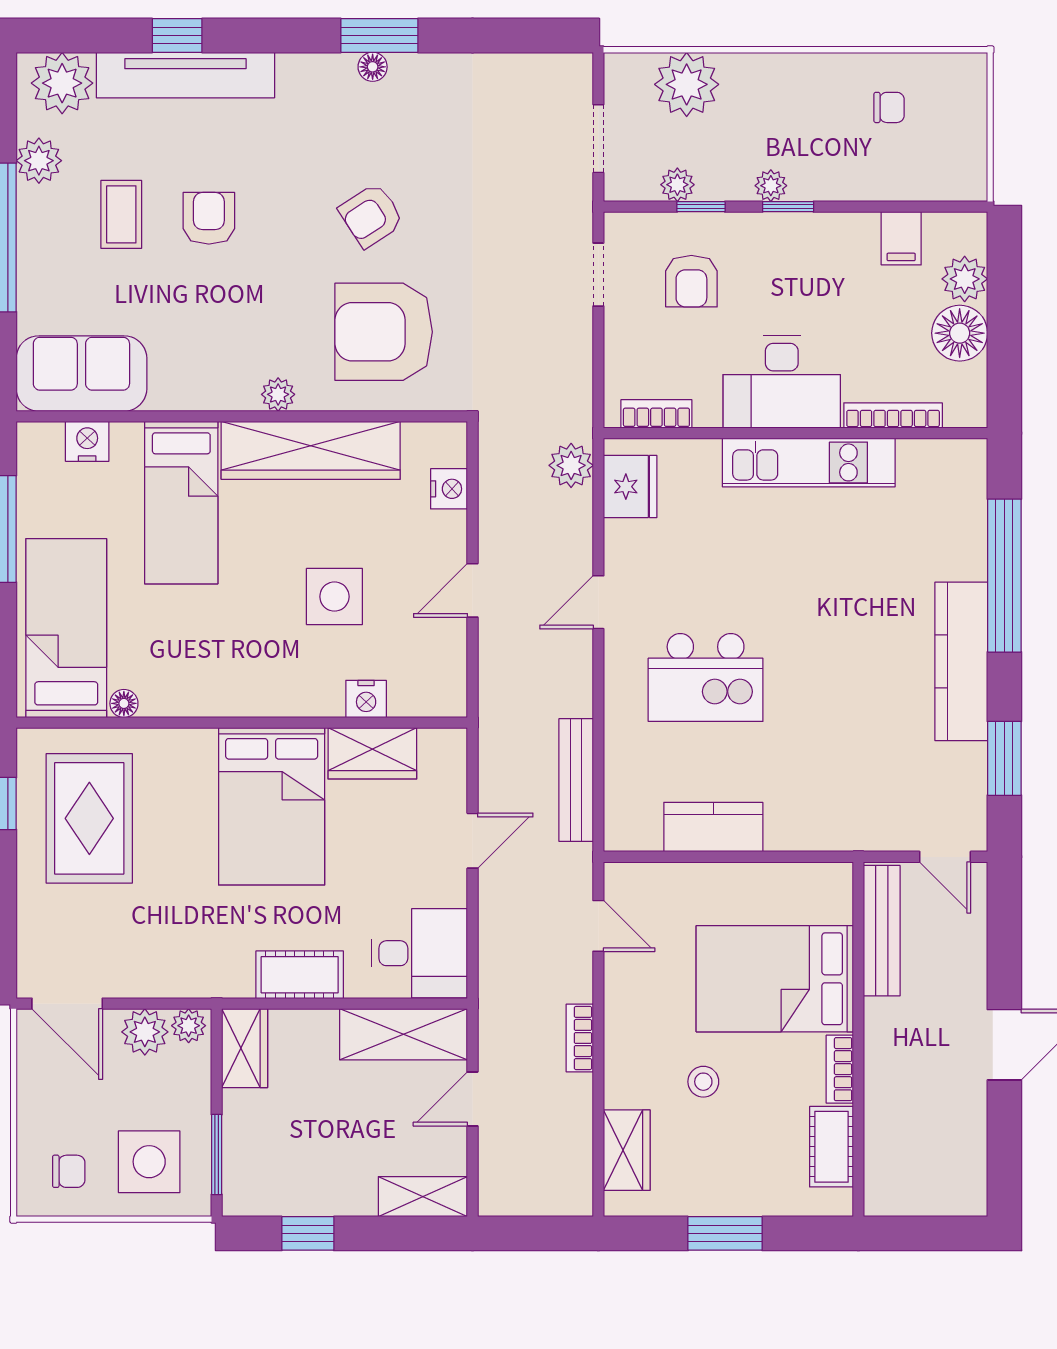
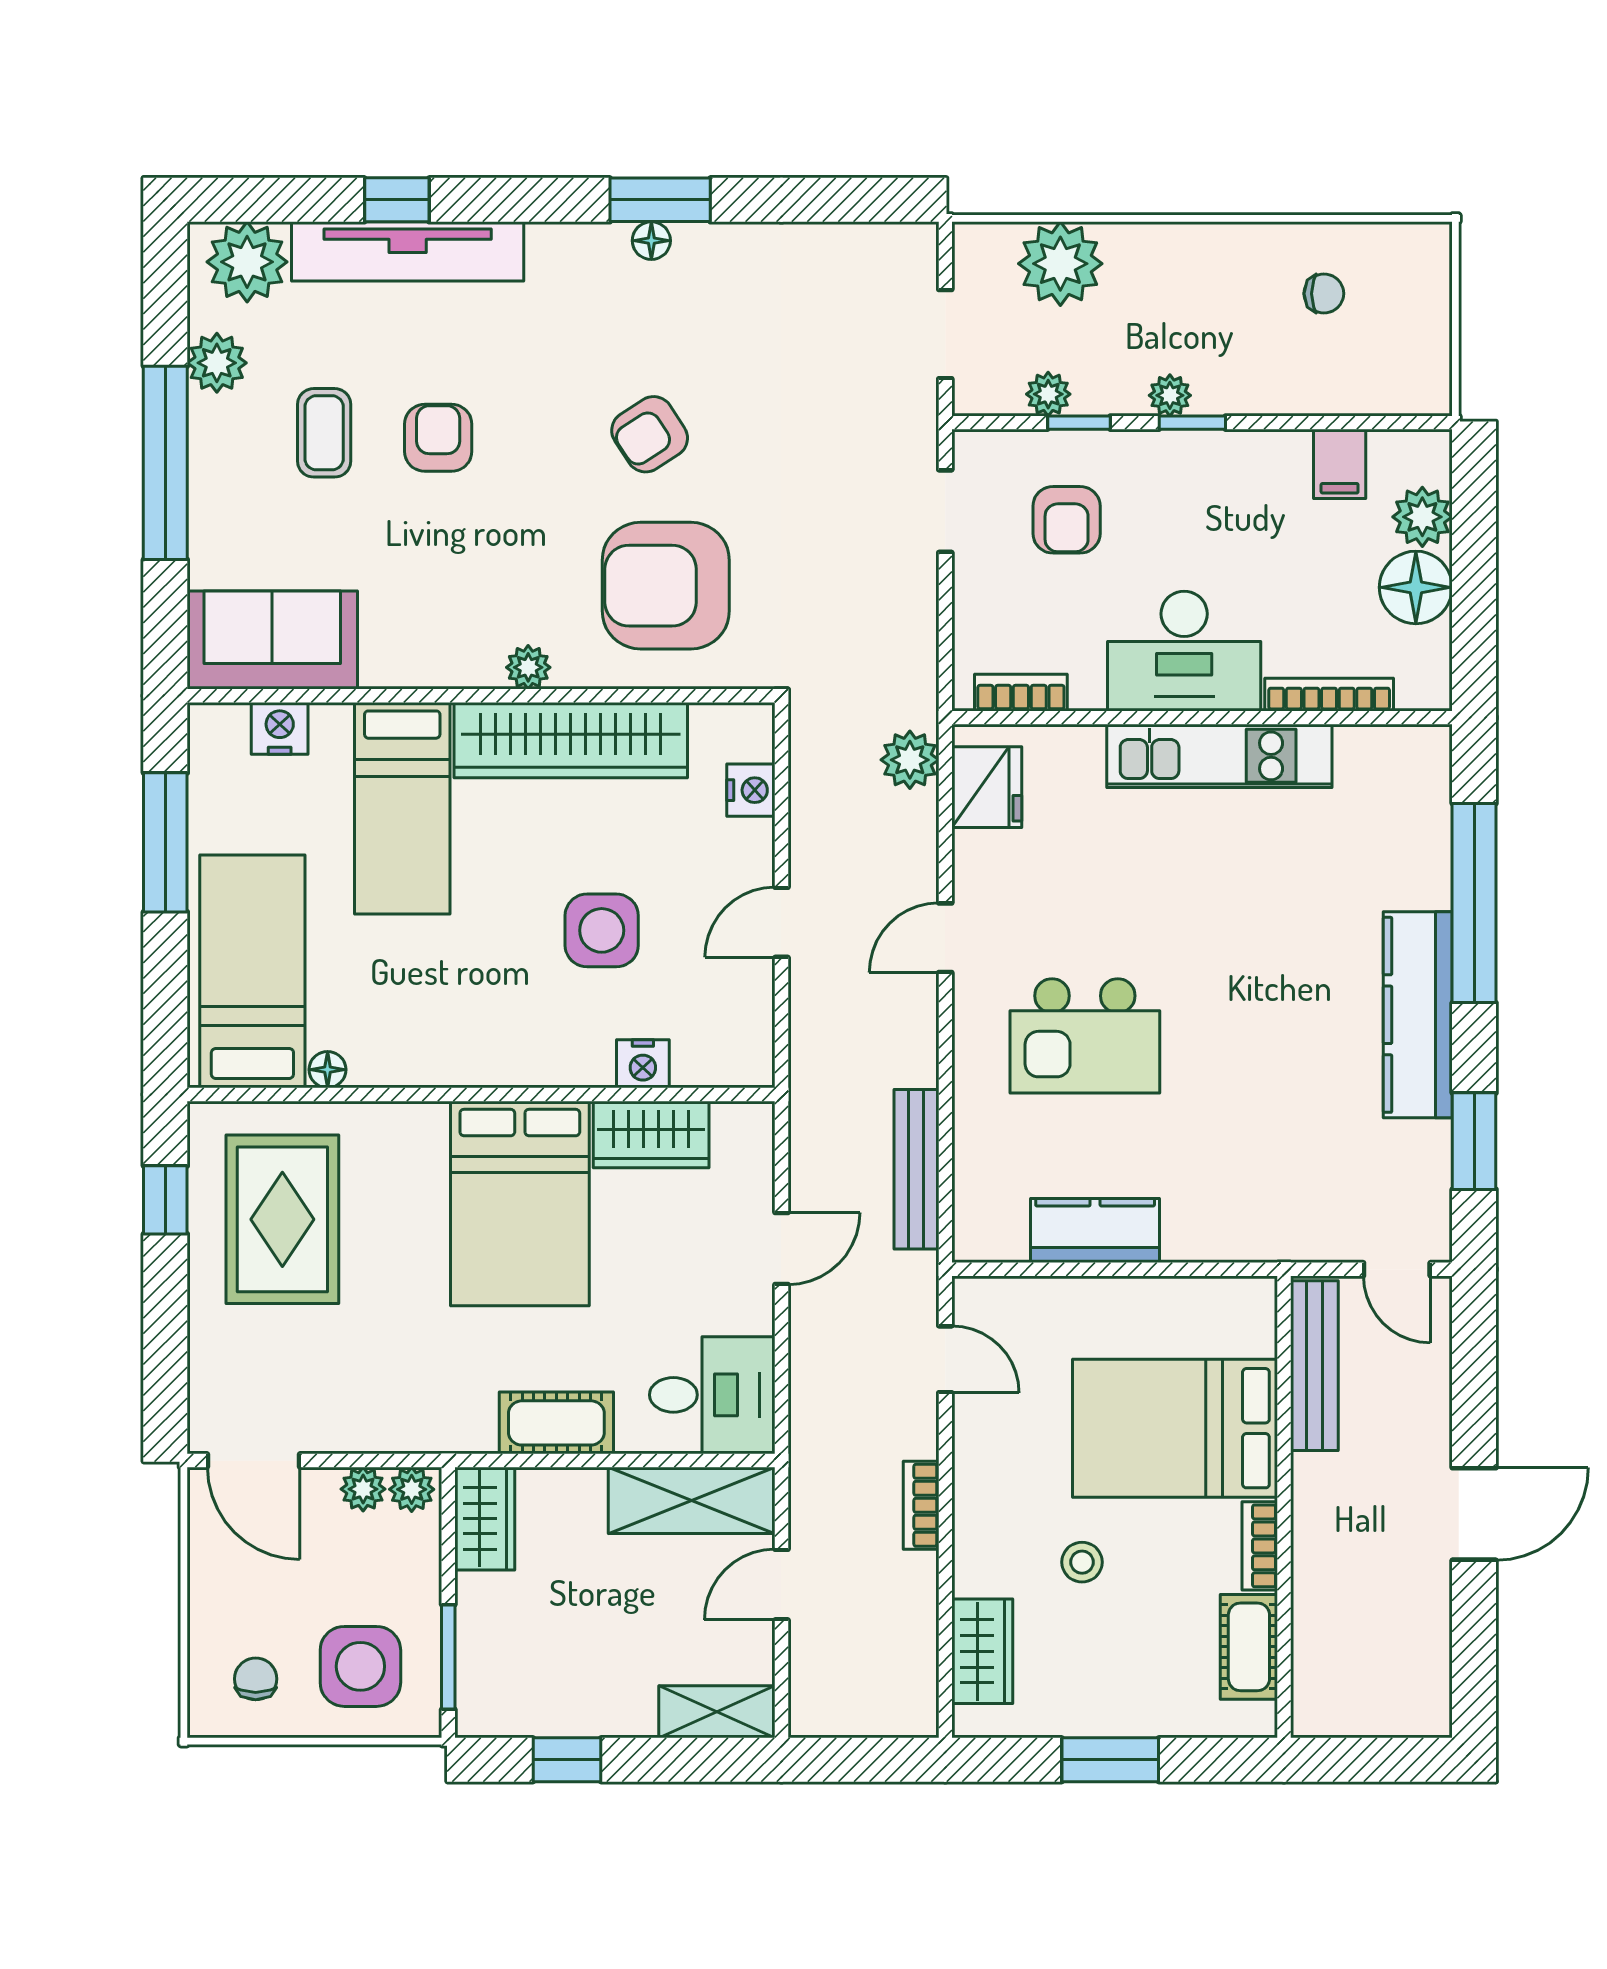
plant: (145, 1032) -> (363, 1489), width x0.73, depth x0.73
chair: (69, 1171) -> (256, 1679), turned -90

